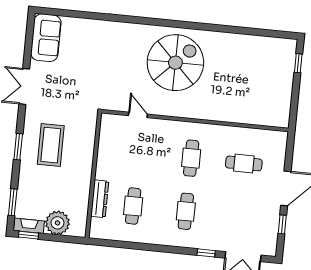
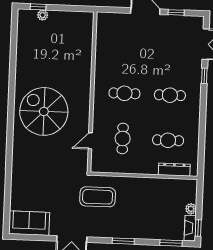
plant: (288, 68) -> (43, 15), added
coffee table: (51, 145) -> (98, 197), moved
cafe table: (244, 163) -> (123, 138), moved
dresser: (100, 199) -> (174, 170), moved
plant: (57, 223) -> (191, 209), width x0.53, depth x0.53

